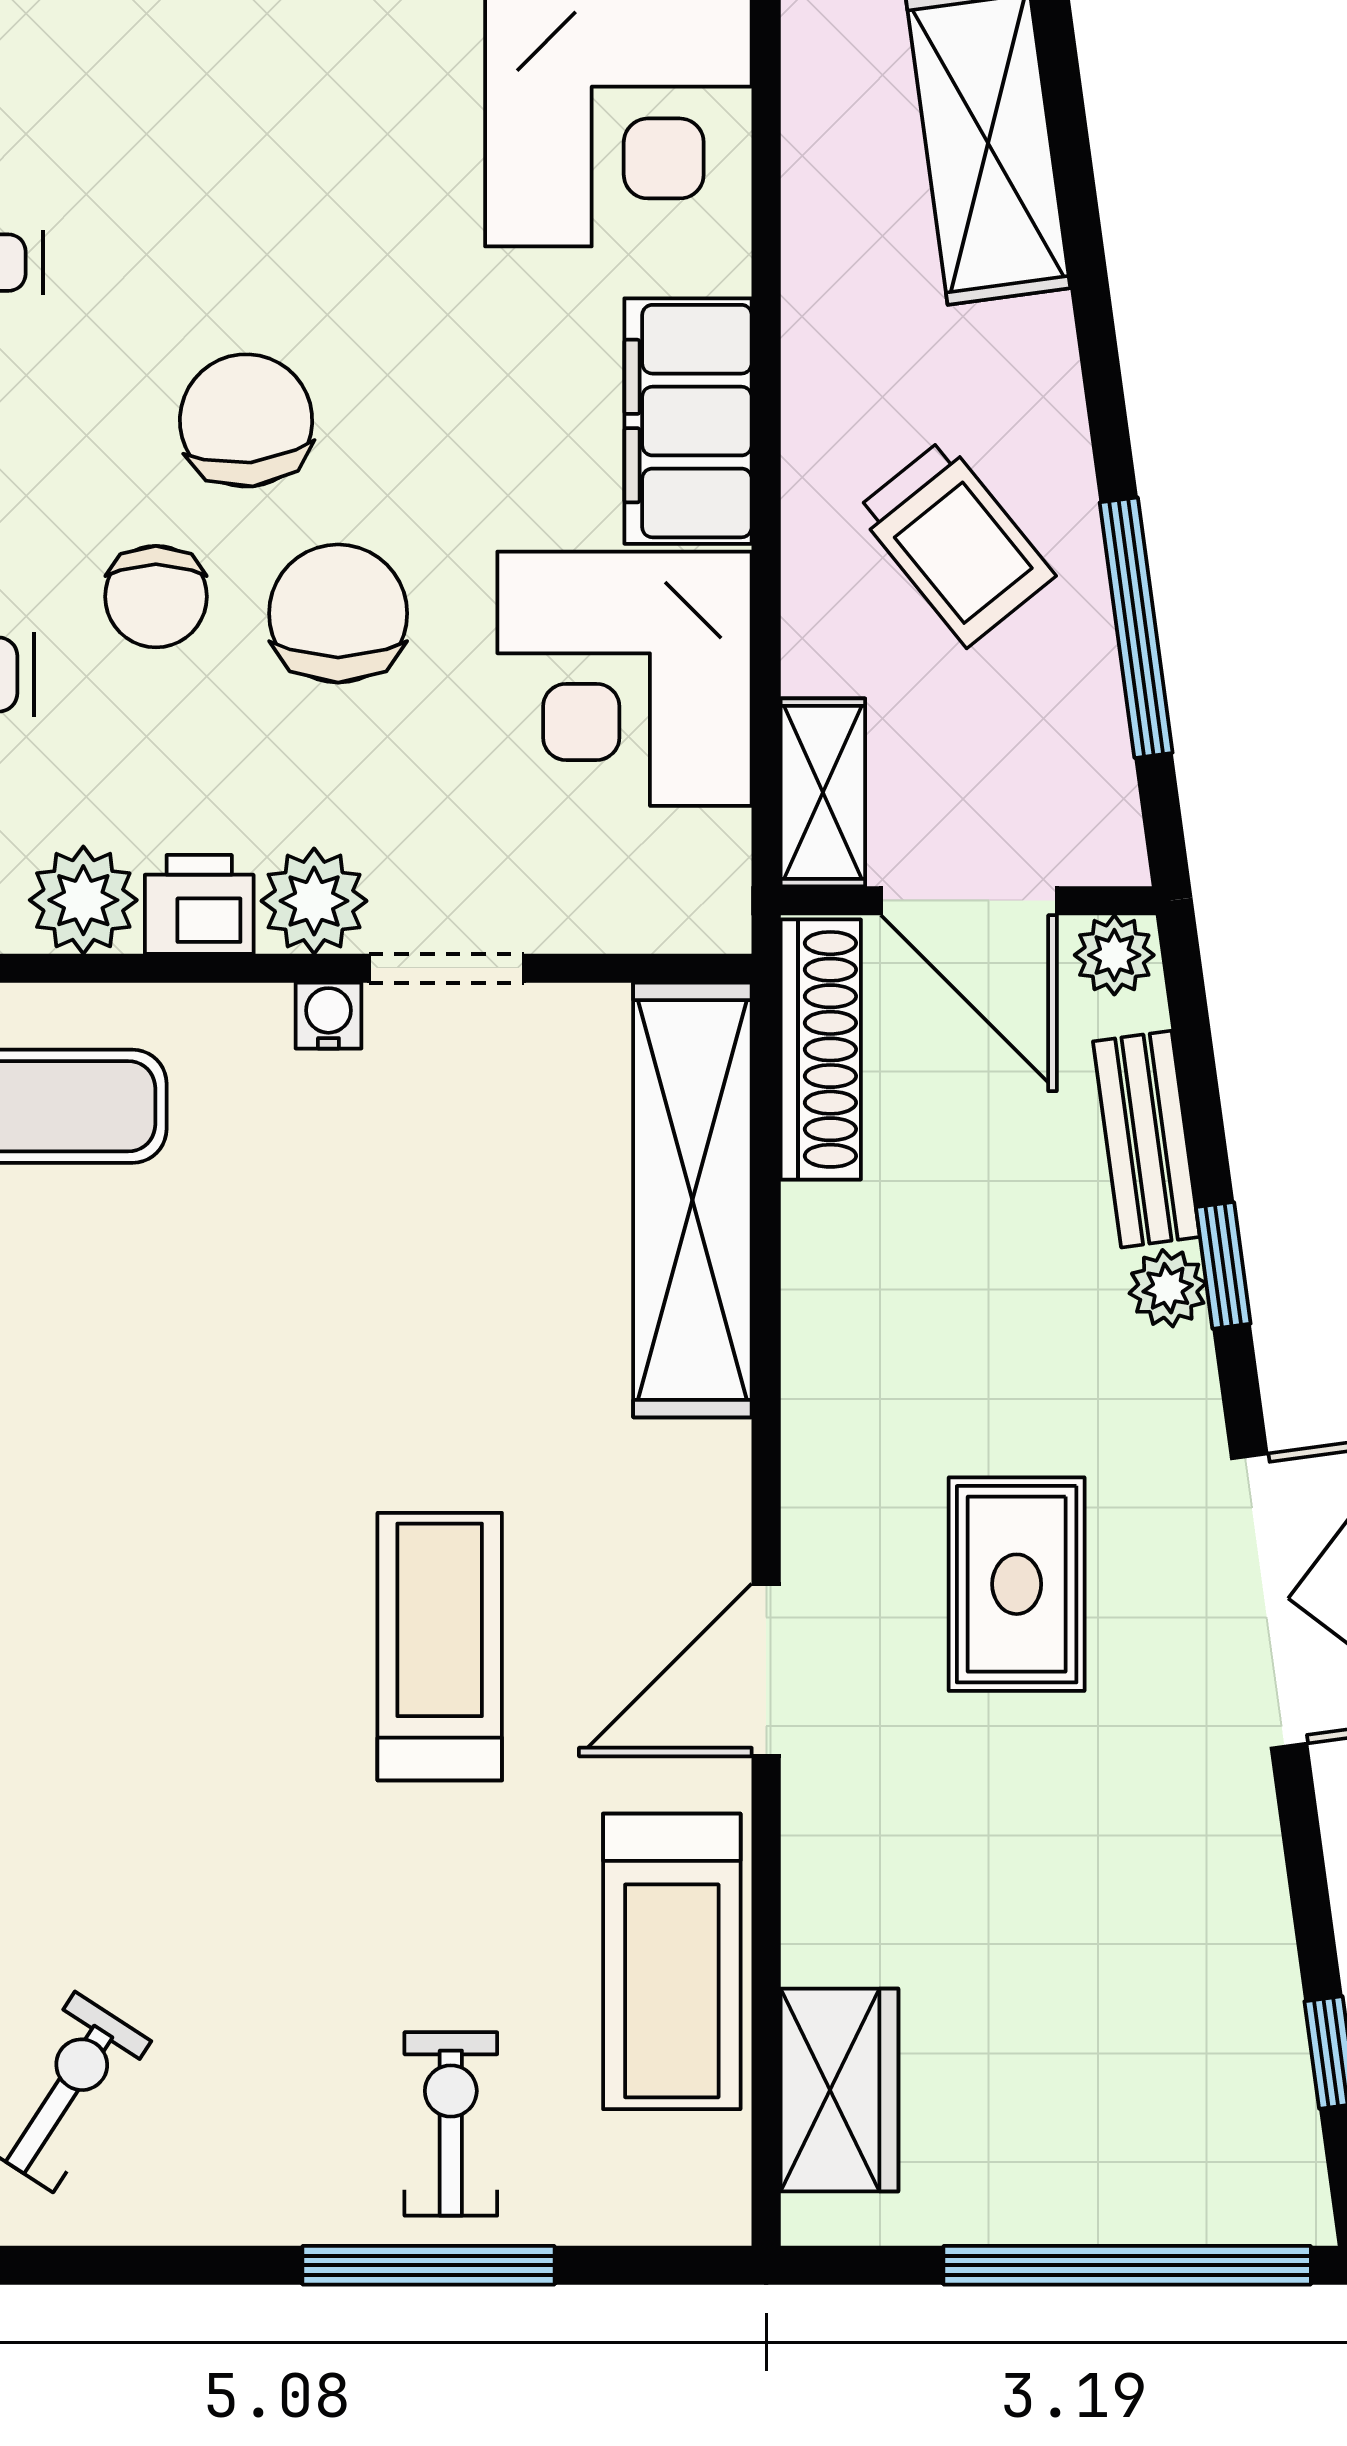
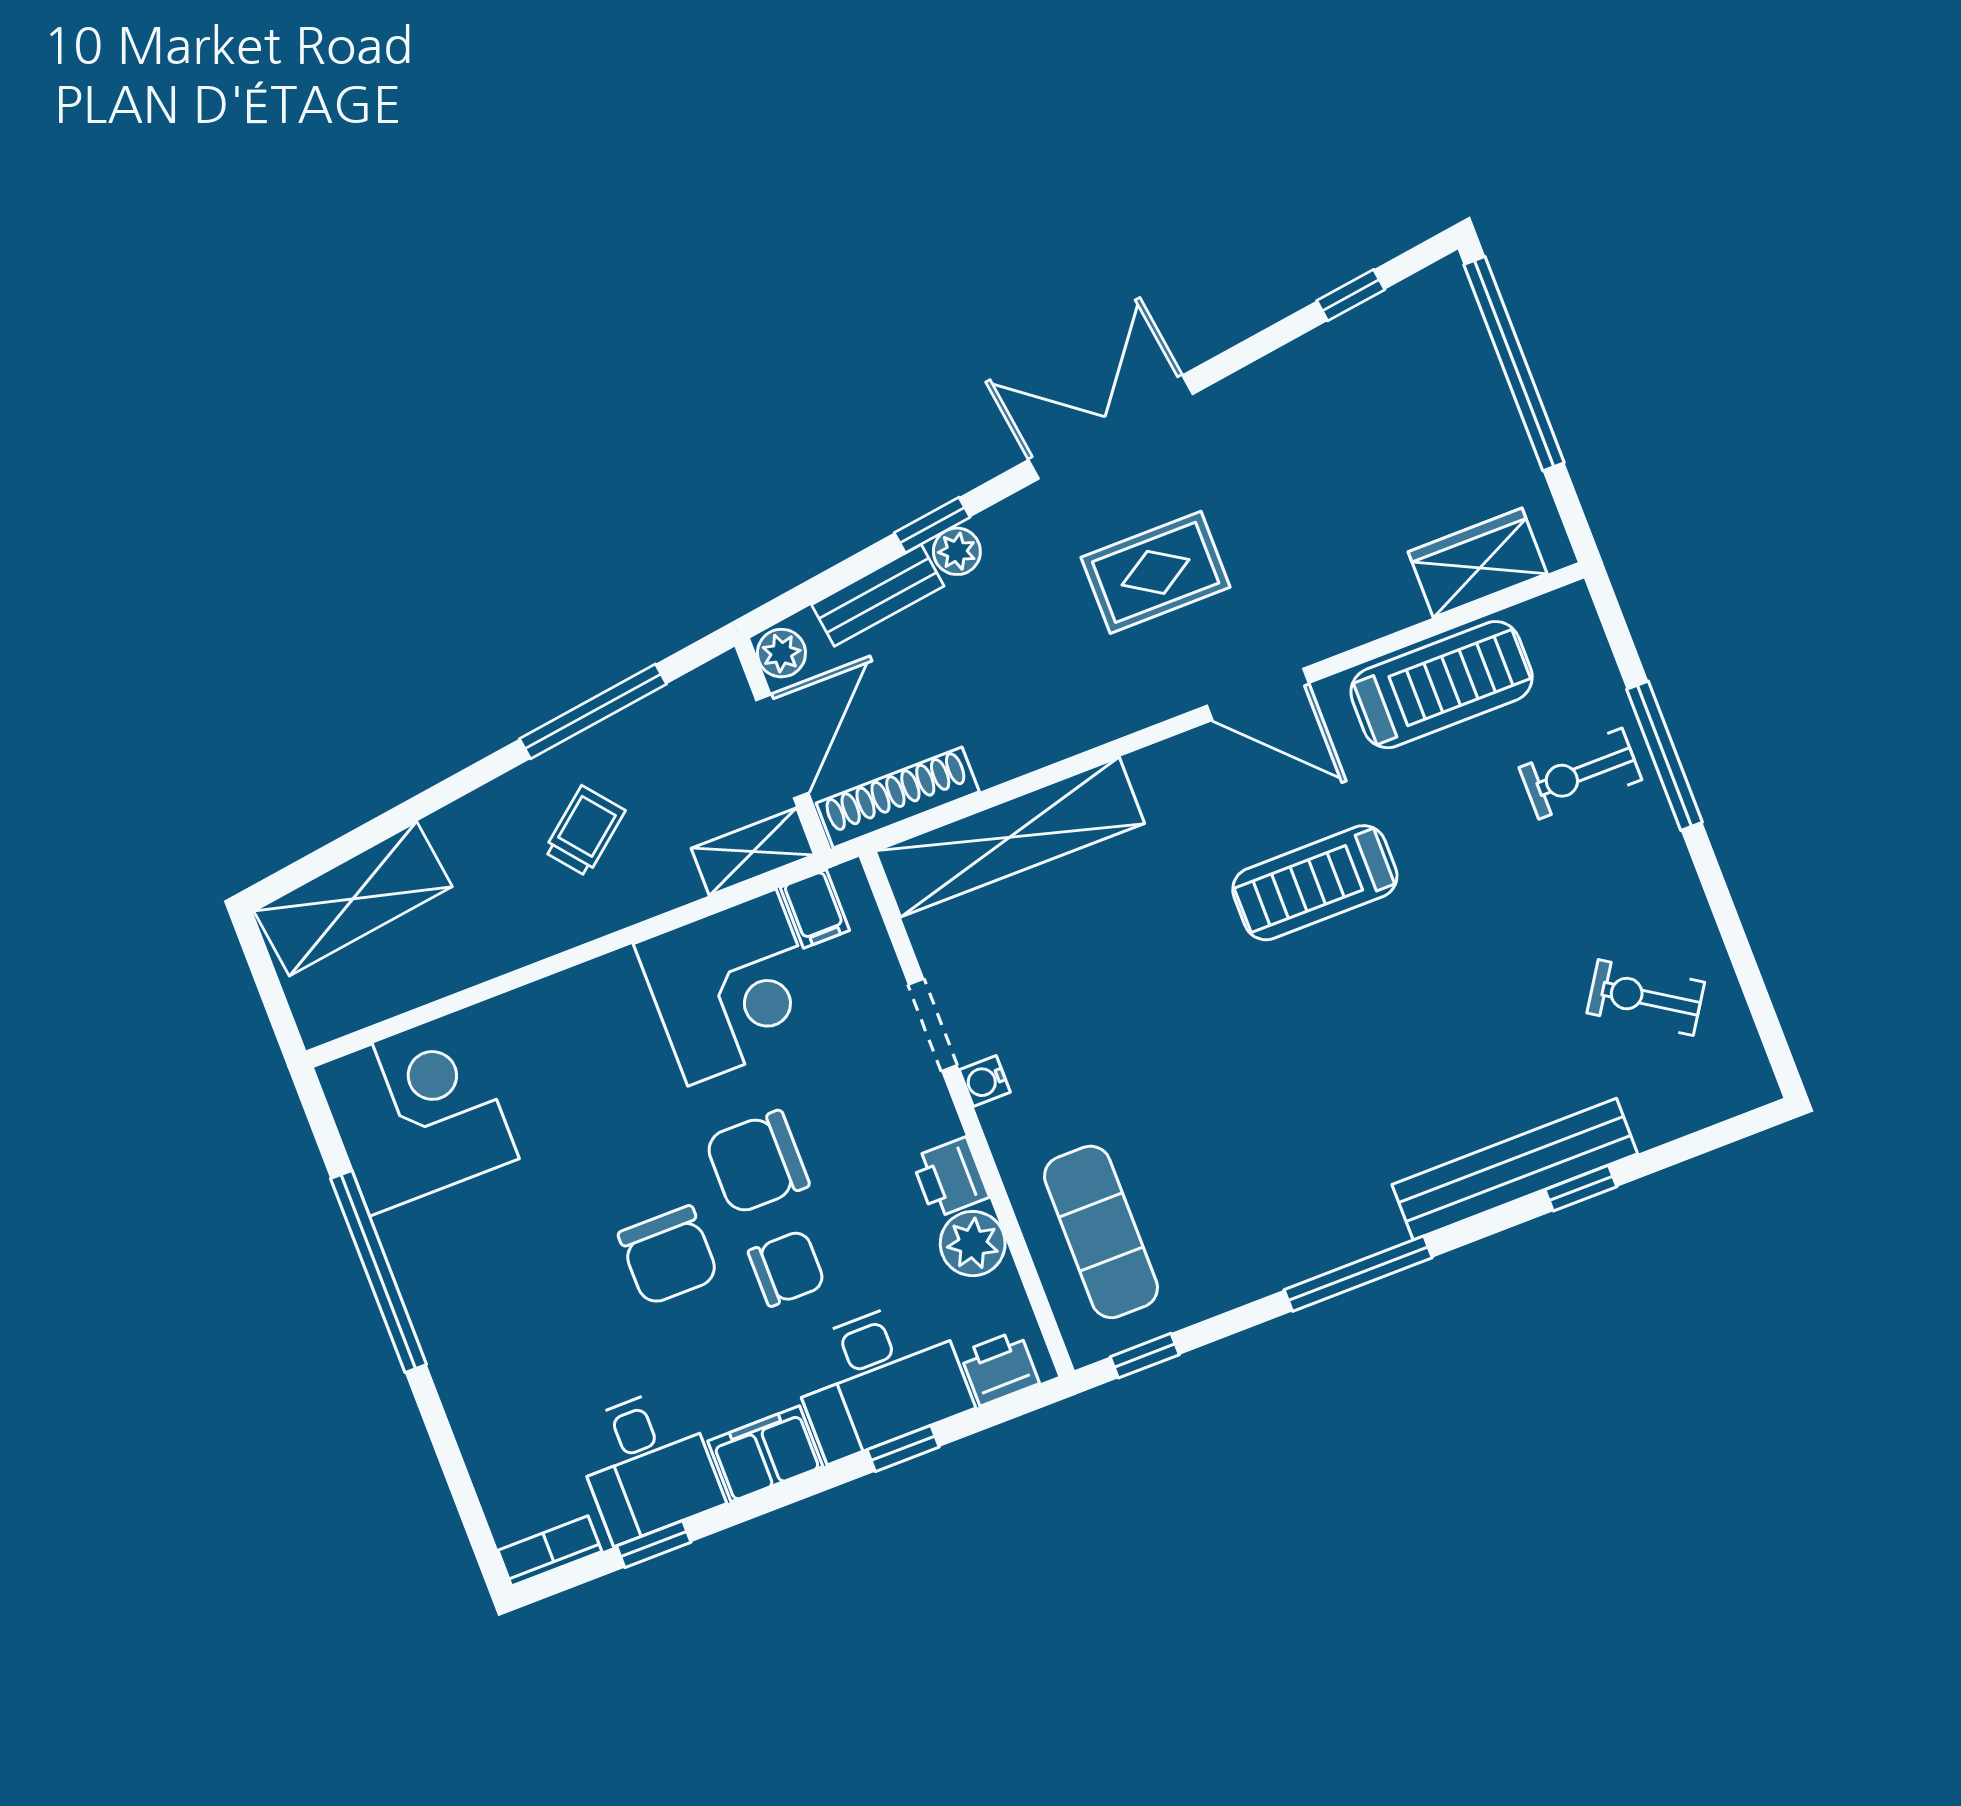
chair: (246, 420) -> (668, 1256), turned -84
filing cabinet: (688, 421) -> (815, 909), moved, width x0.33, depth x0.86
trolley: (955, 543) -> (584, 831), width x0.73, depth x0.72
plant: (314, 901) -> (923, 1114), removed

